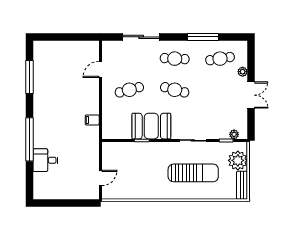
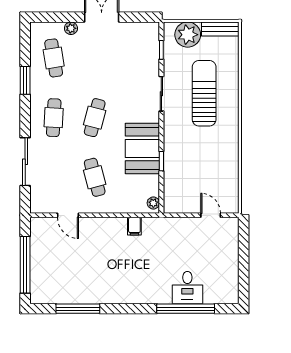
window: (63, 37) -> (25, 265), added
window: (203, 37) -> (25, 80), width x0.69
plant: (234, 134) -> (153, 203), moved
window: (30, 139) -> (186, 309), moved

